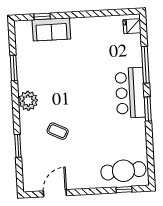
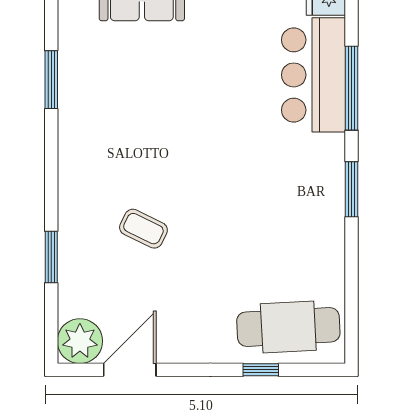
bar counter: (130, 93) -> (313, 75), moved
plant: (28, 101) -> (80, 341), moved
window: (124, 190) -> (261, 370), moved

